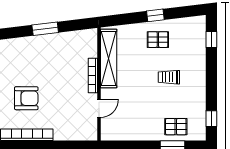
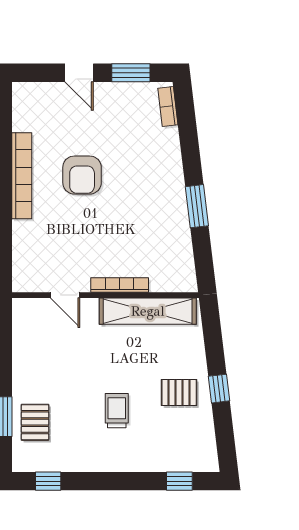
pallet: (158, 40) -> (179, 393), turned 90

